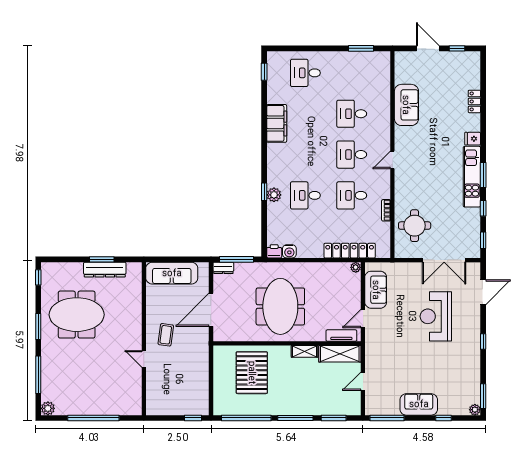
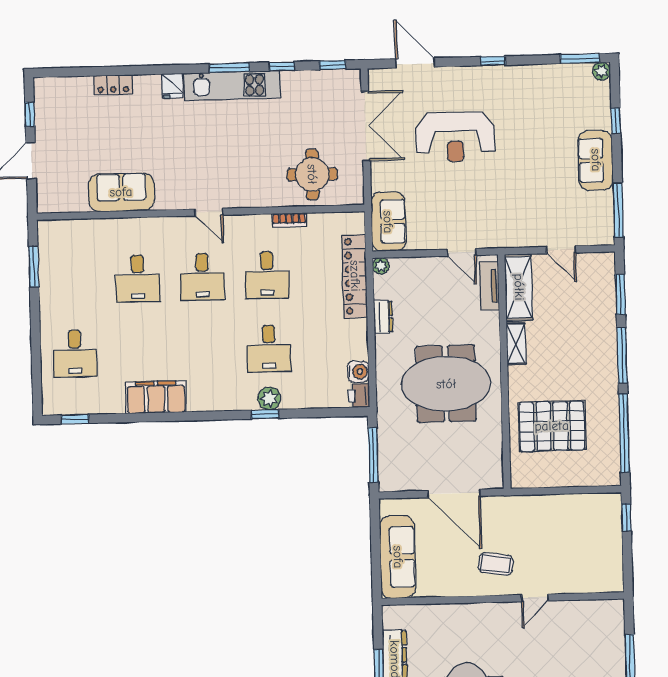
dresser: (223, 268) -> (383, 317), moved
sofa: (376, 290) -> (388, 222), moved, turned 90

